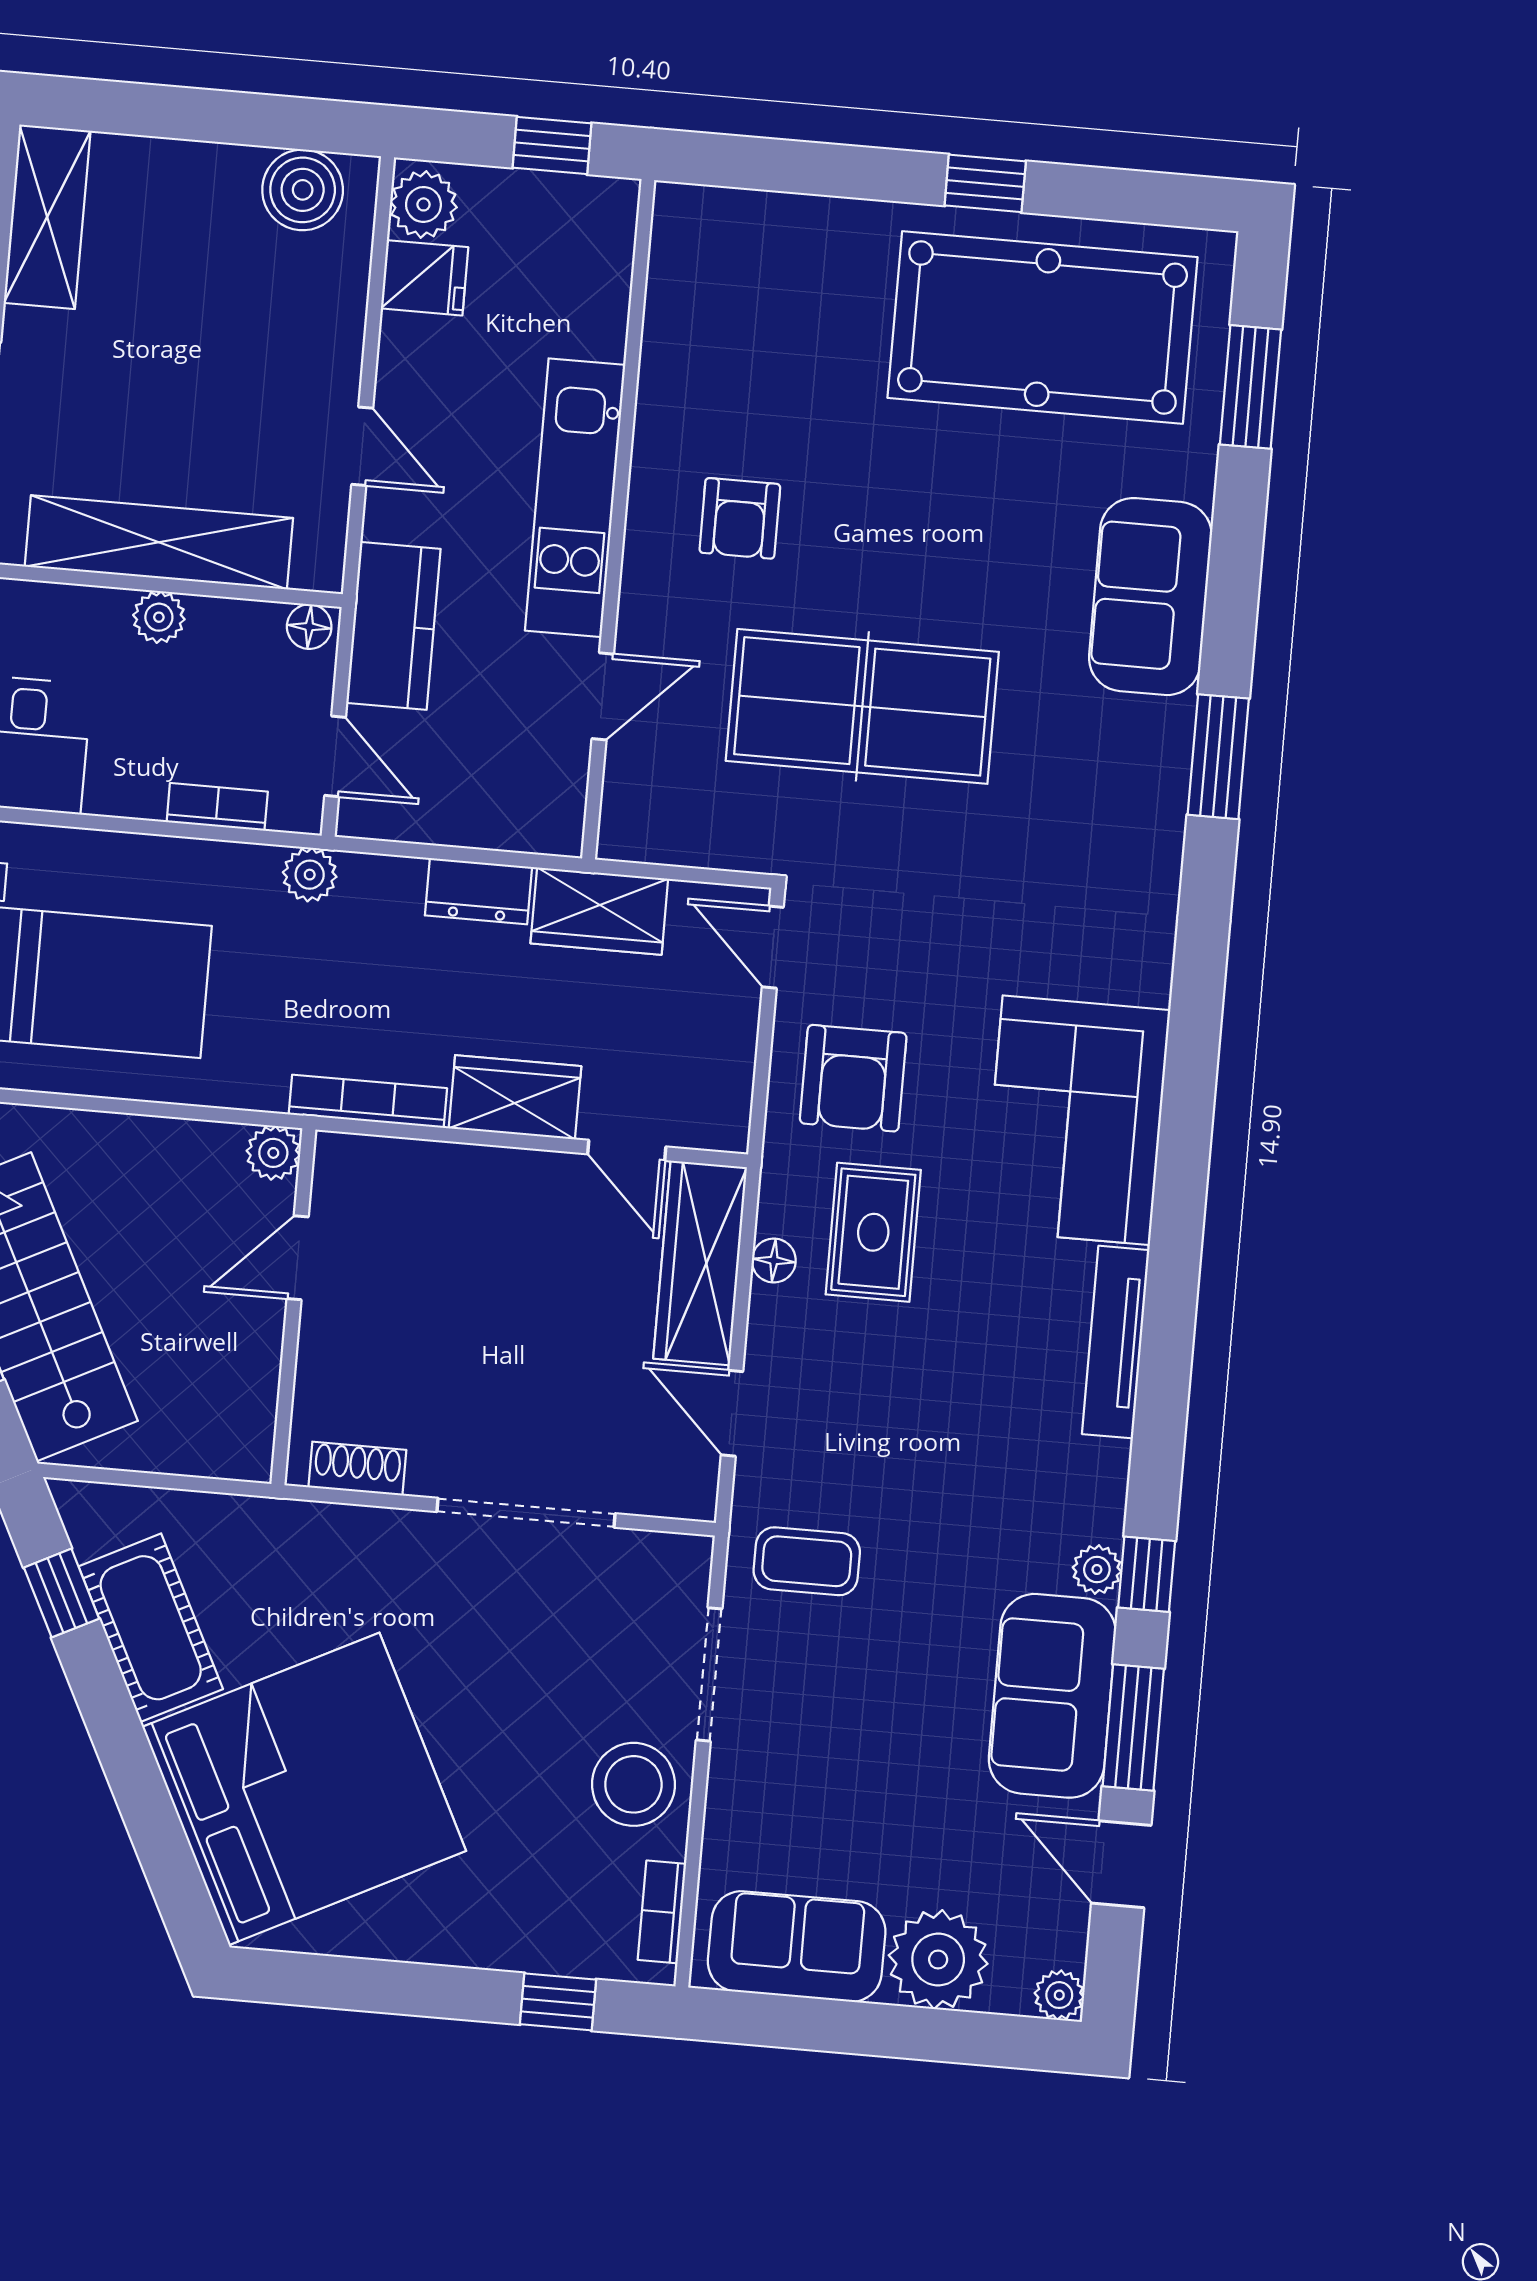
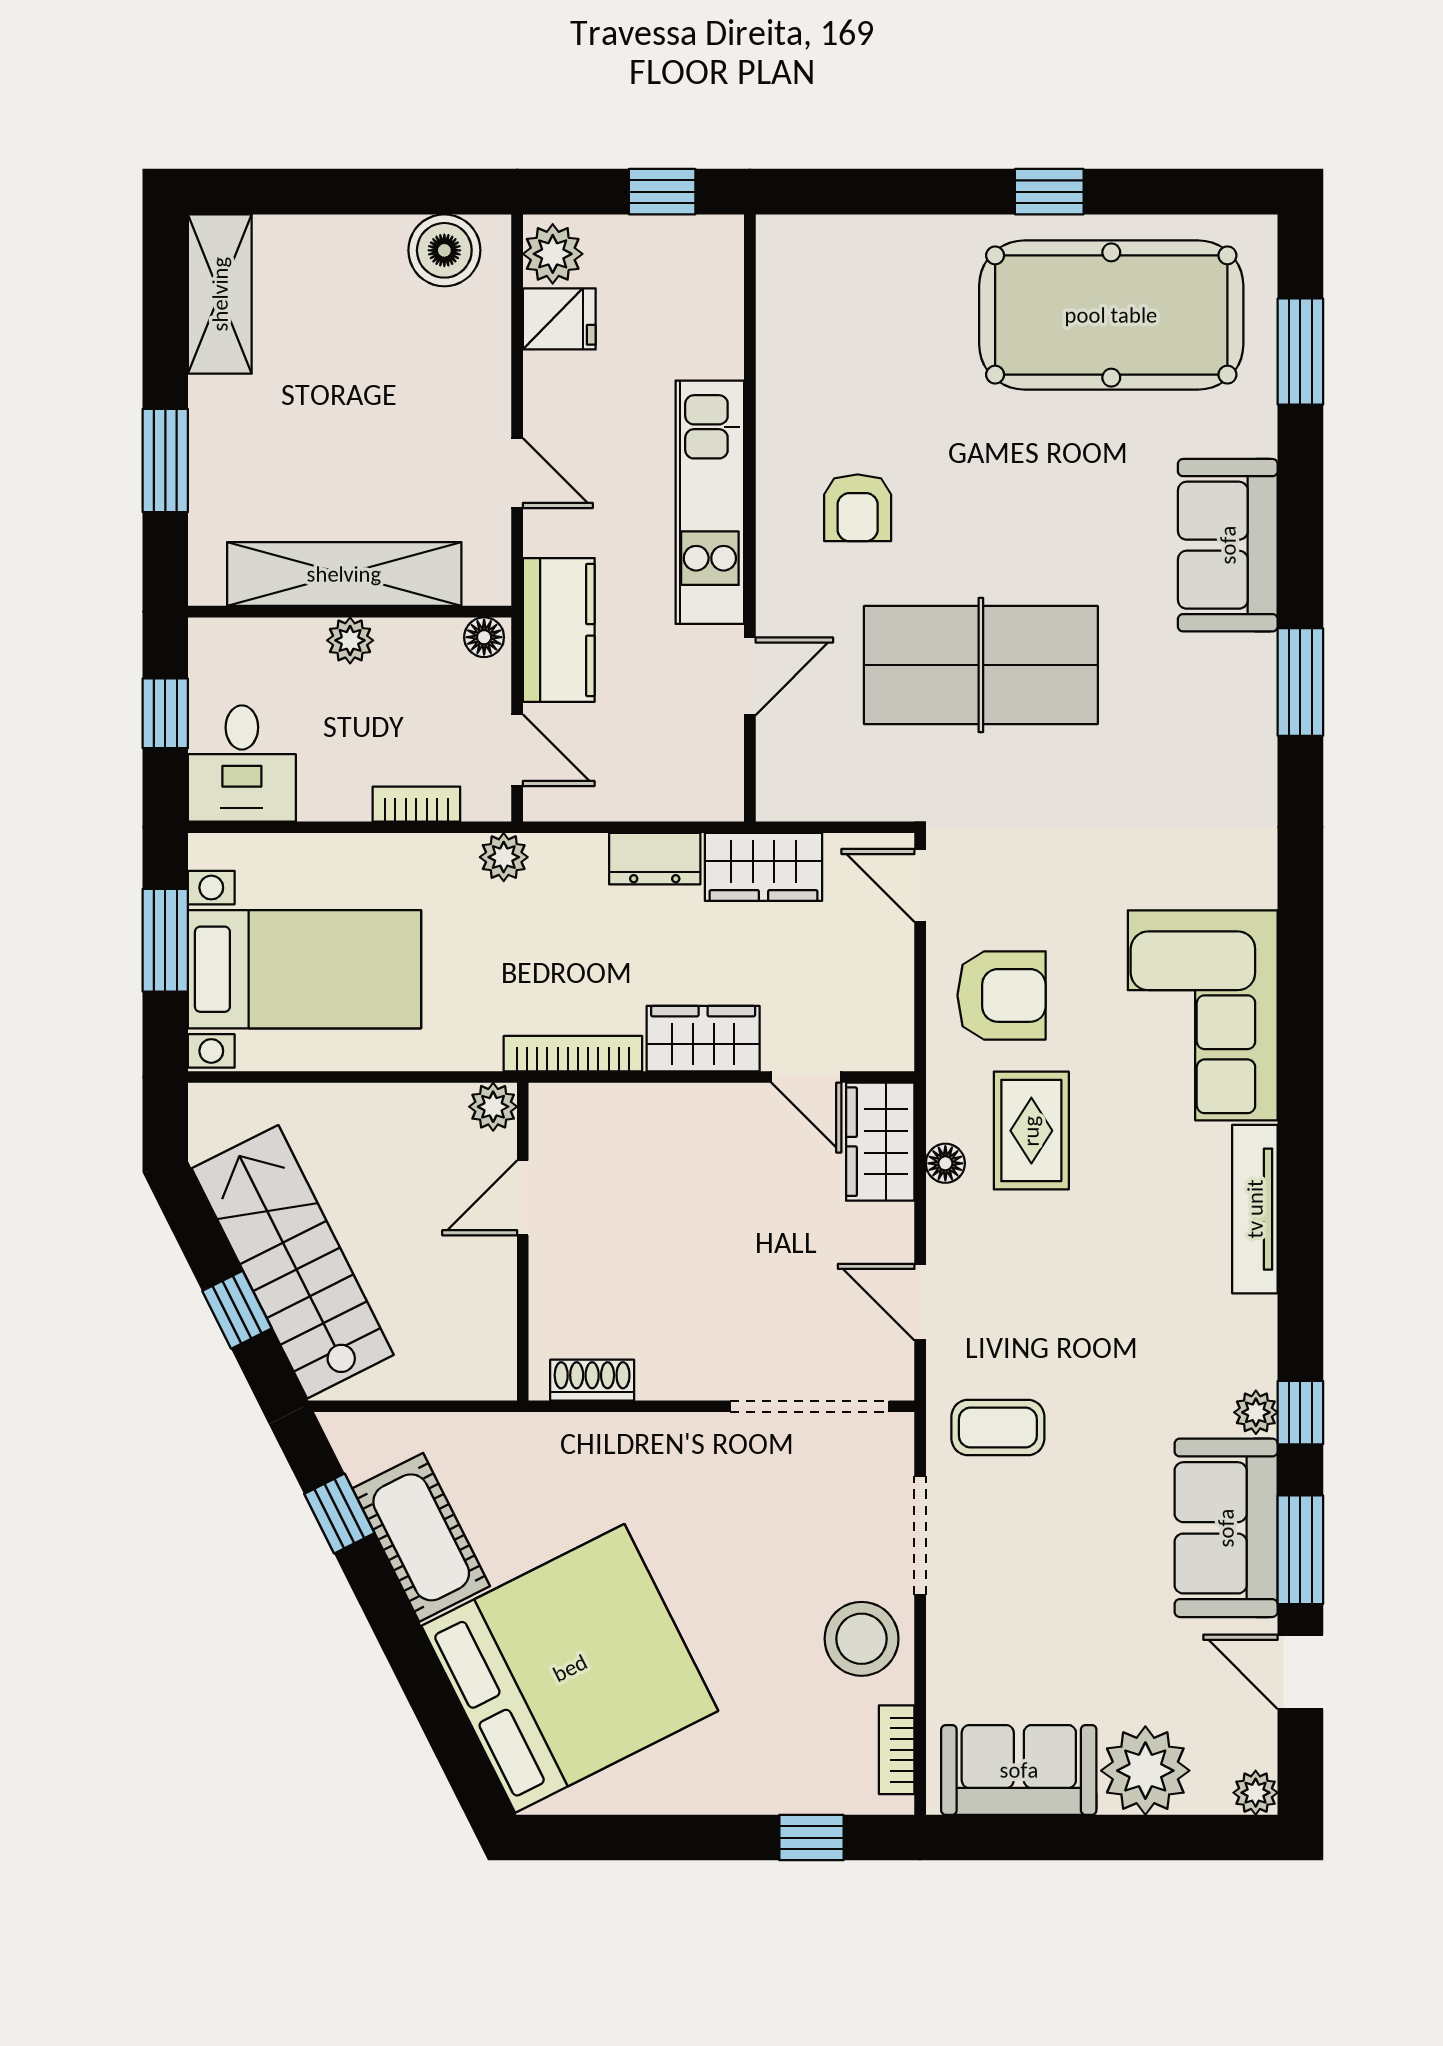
armchair: (853, 1078) -> (1002, 995), turned -90
wardrobe: (700, 1263) -> (880, 1142), width x0.67
doorway: (526, 1513) -> (810, 1406), moved

